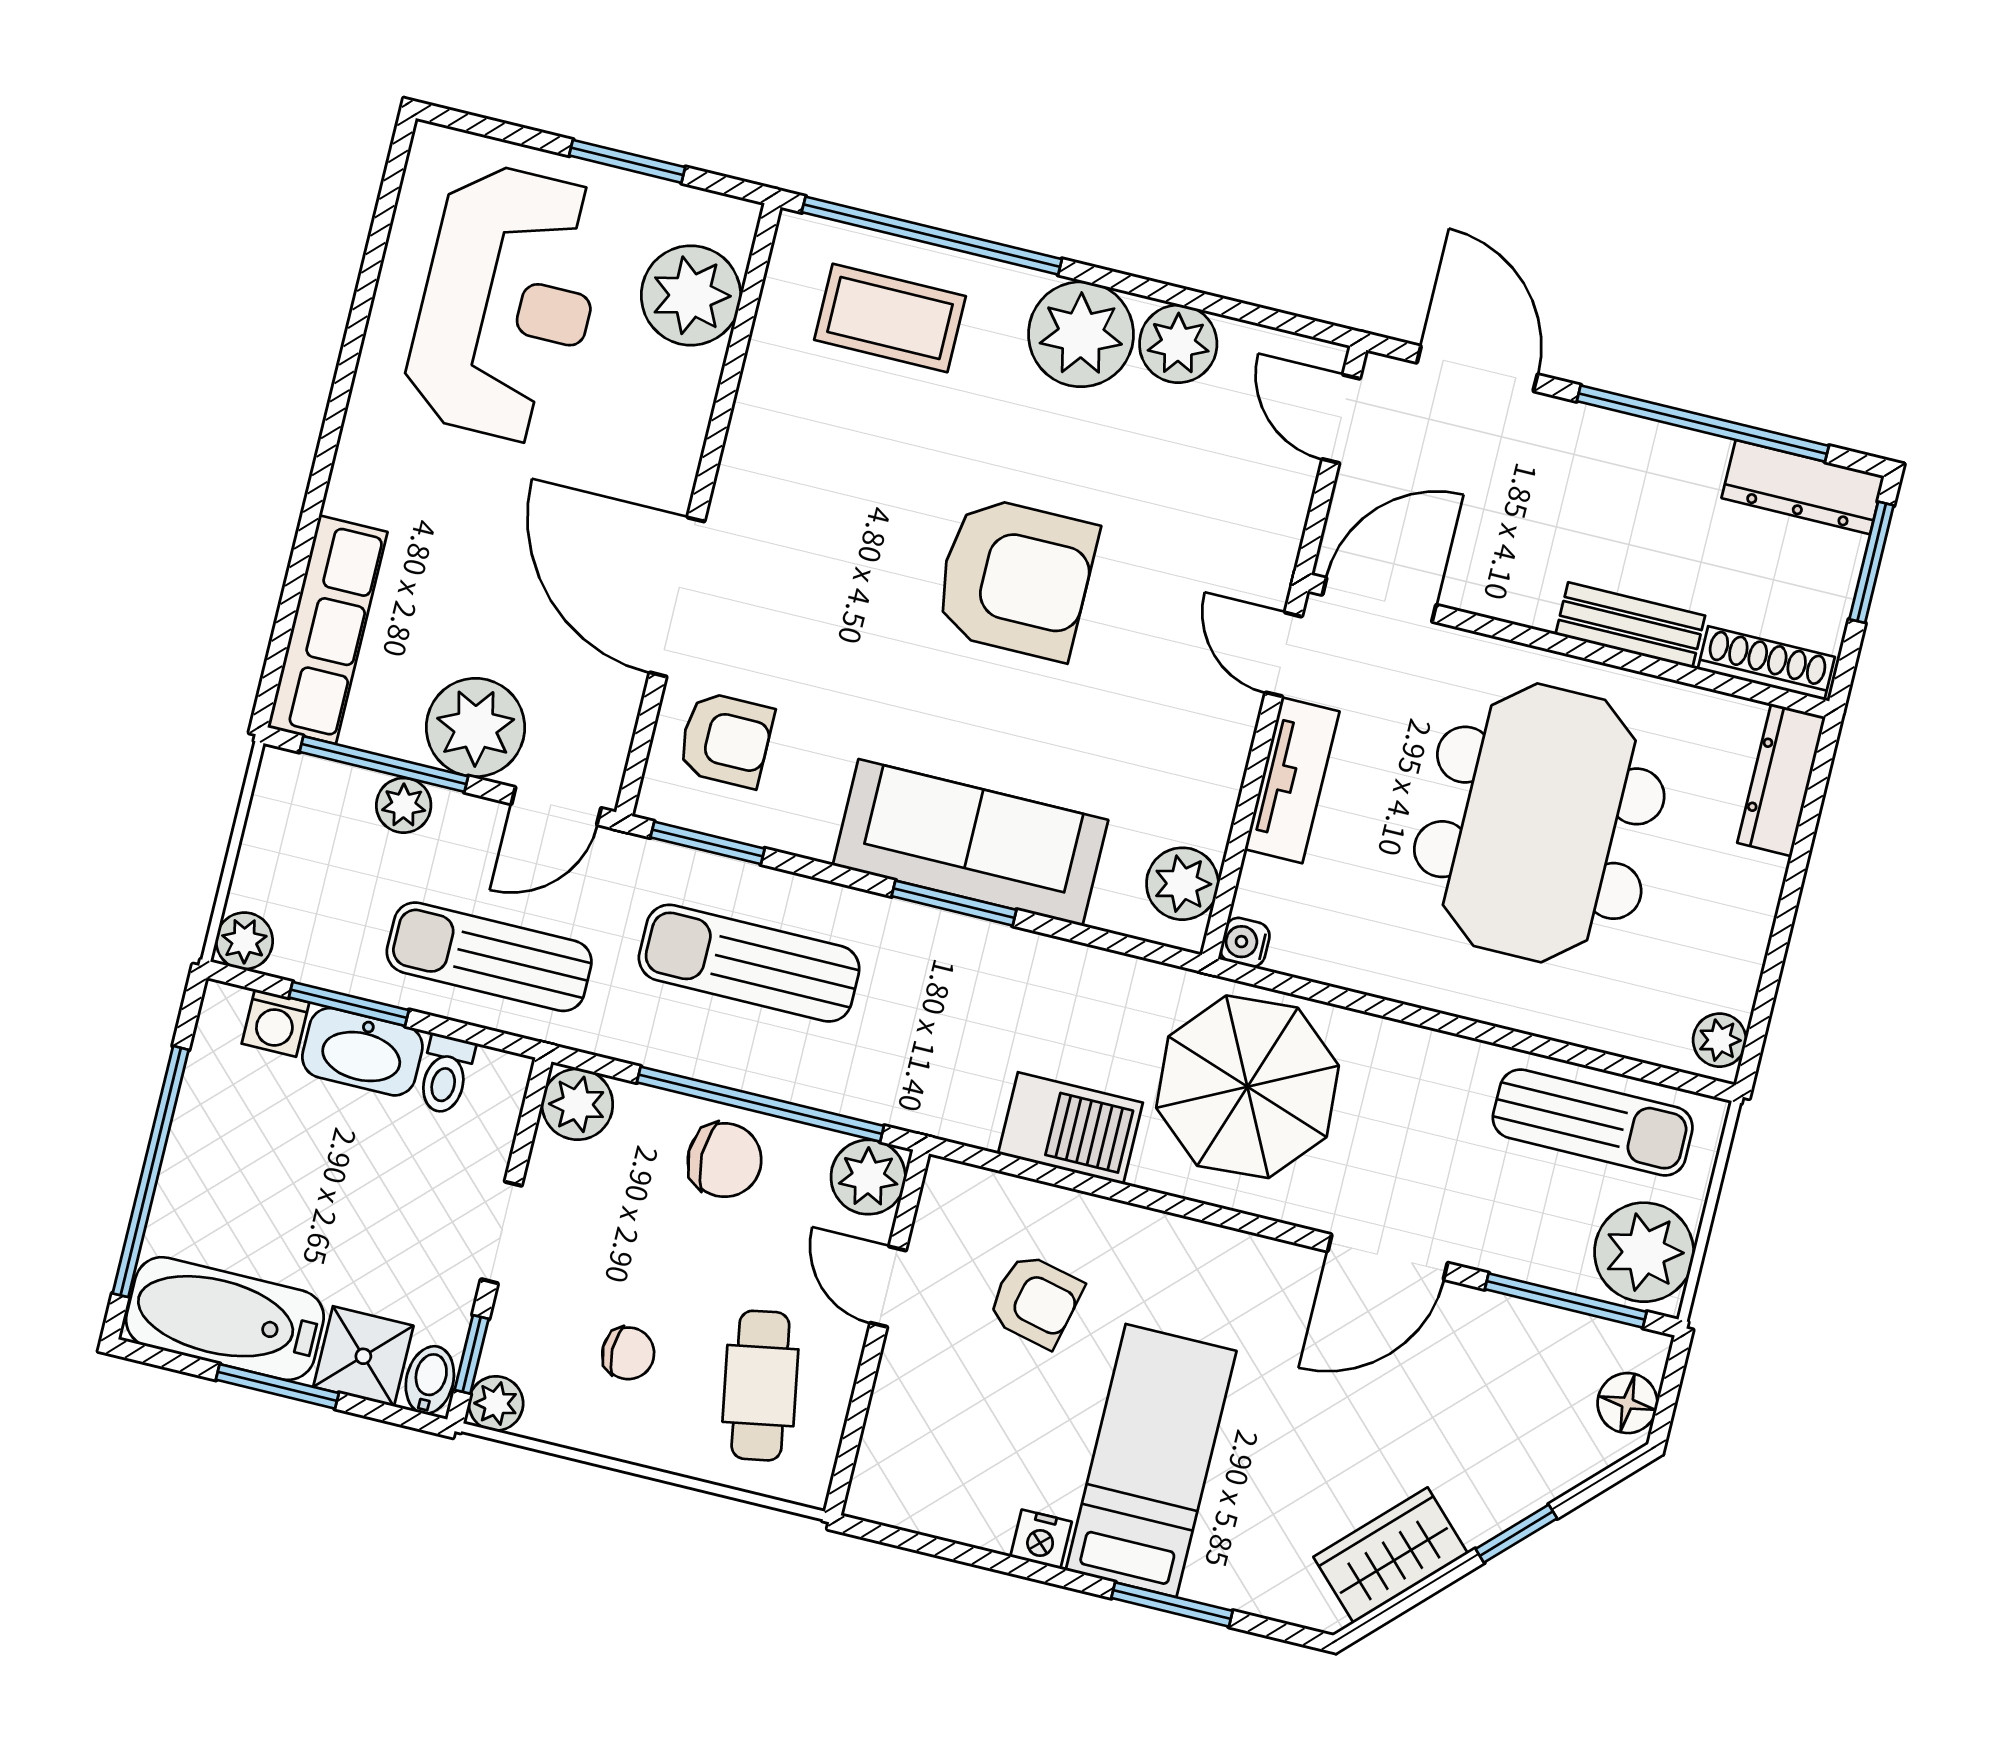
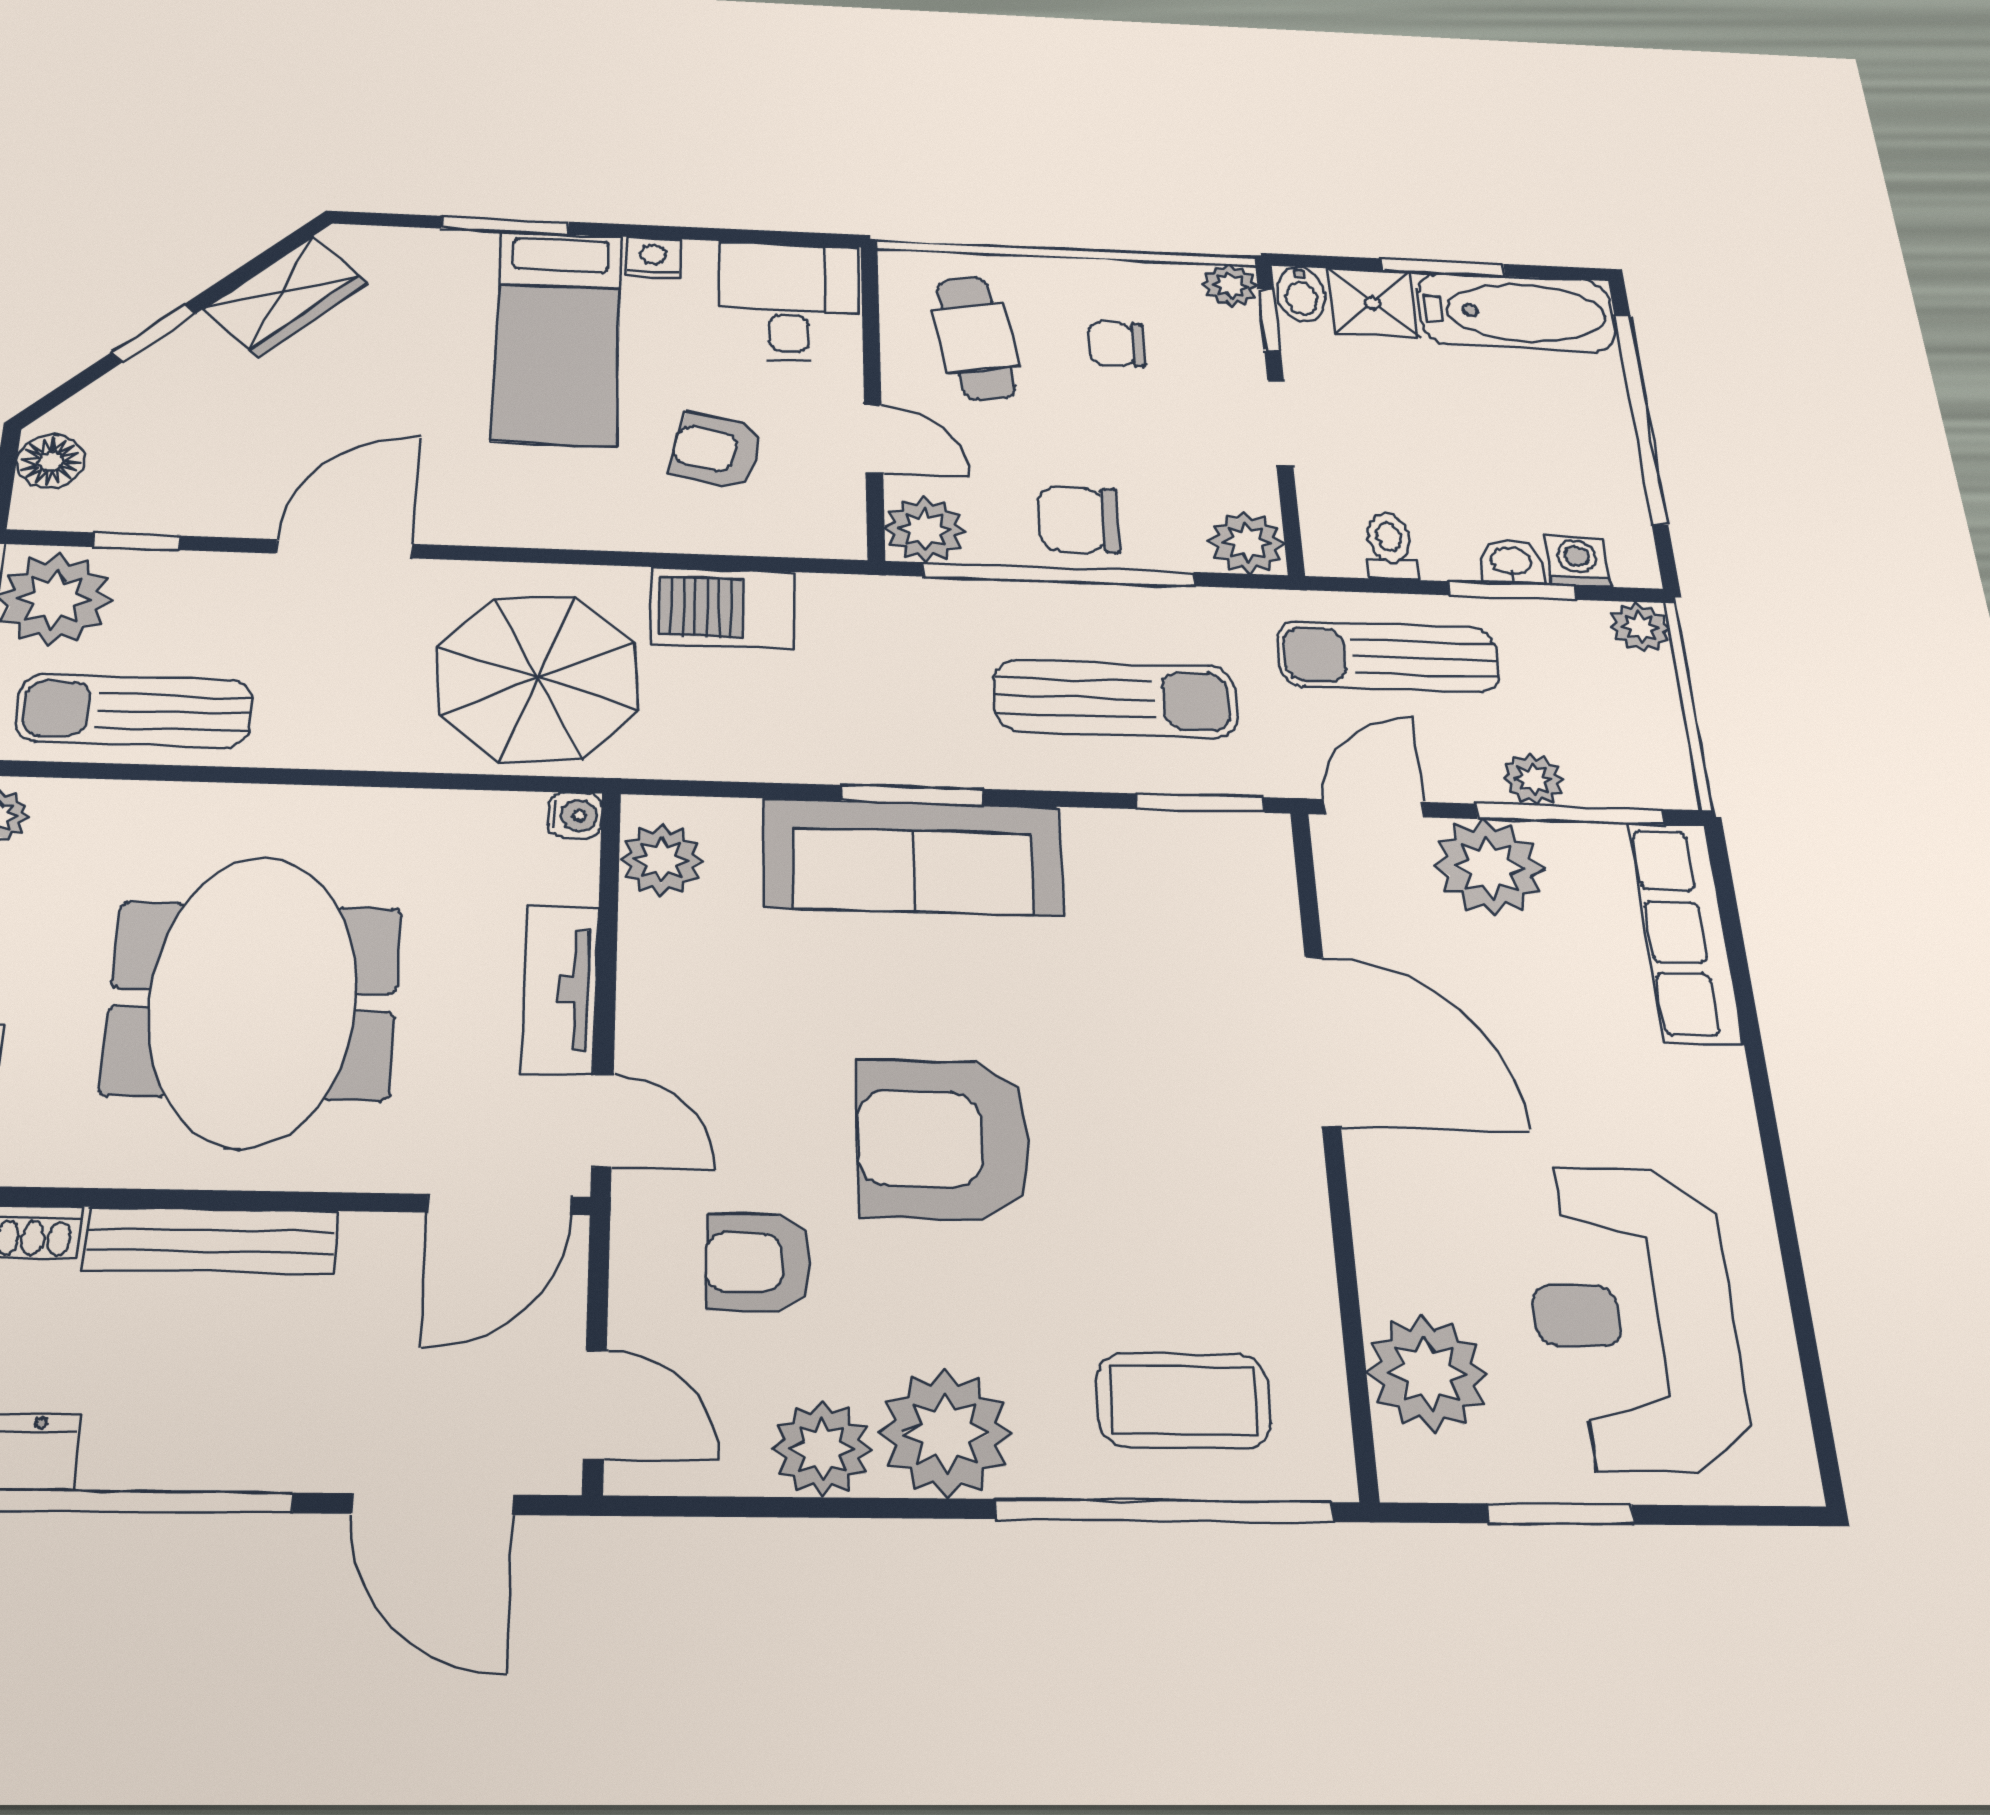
bench: (1630, 625) -> (211, 1240), width x1.36
armchair: (726, 740) -> (759, 1263), moved
sun lounger: (489, 957) -> (1388, 657), turned 180
washbasin: (362, 1052) -> (1511, 562), width x0.52, depth x0.69
window: (1566, 1300) -> (136, 541), width x0.46
desk: (926, 1462) -> (789, 302), added

